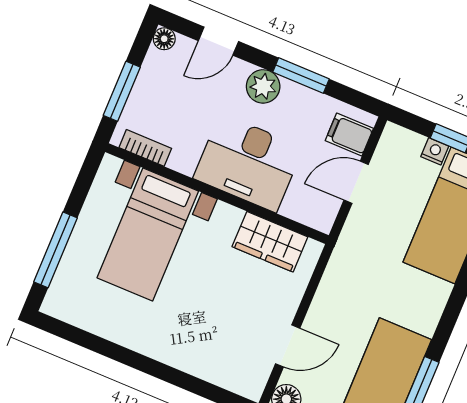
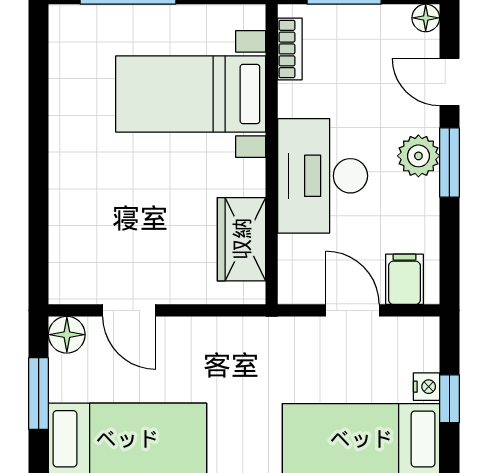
window: (301, 76) -> (449, 162), moved

